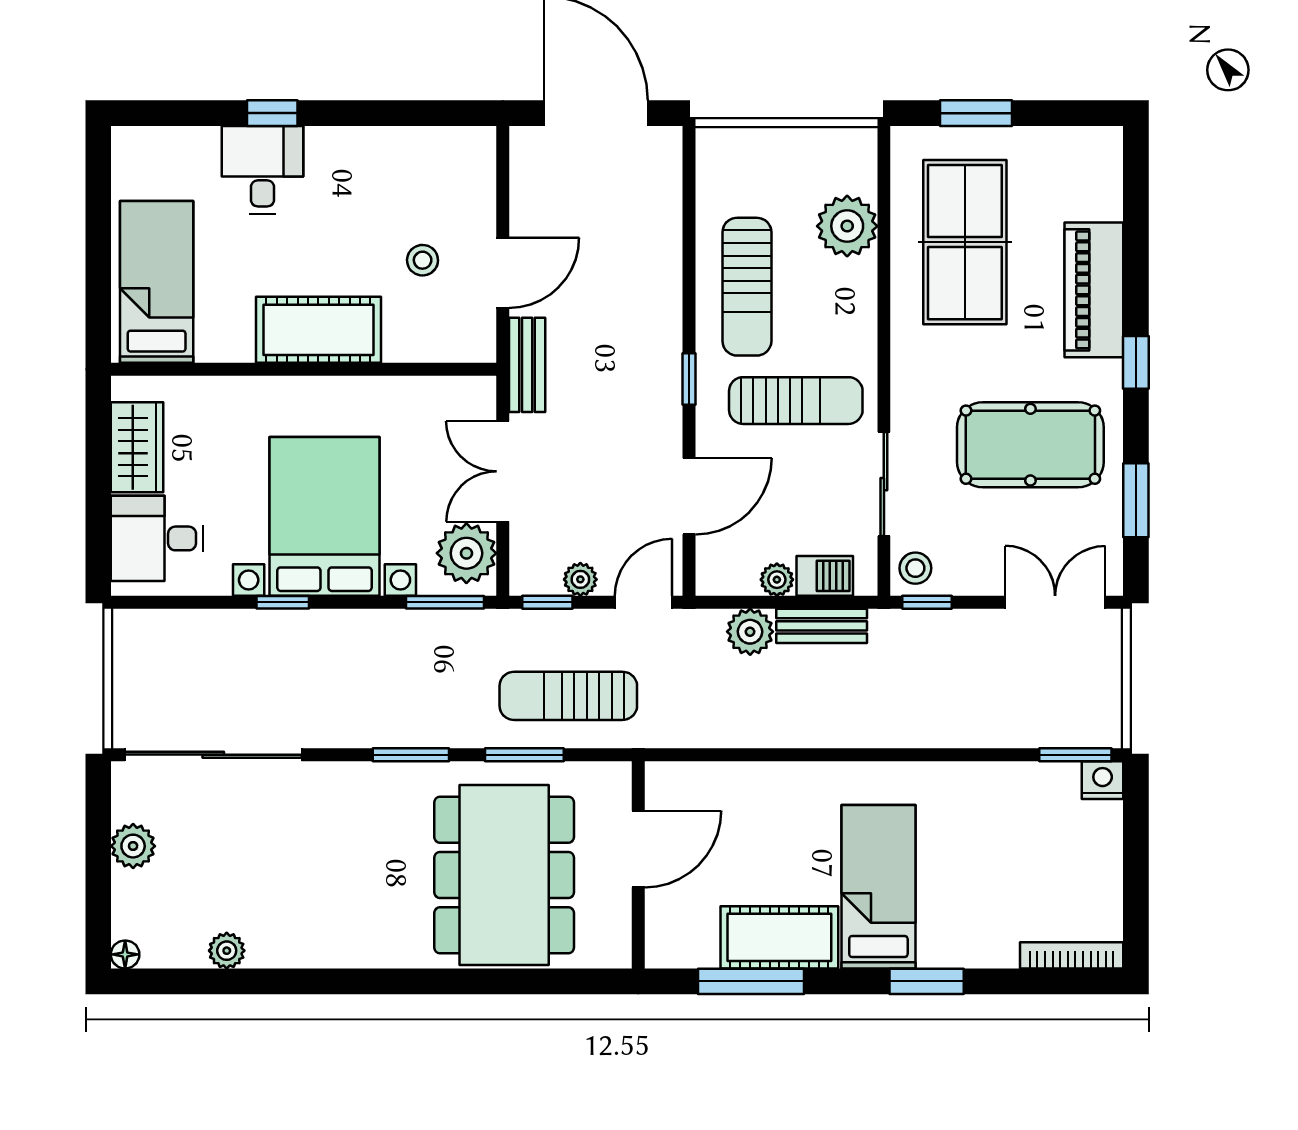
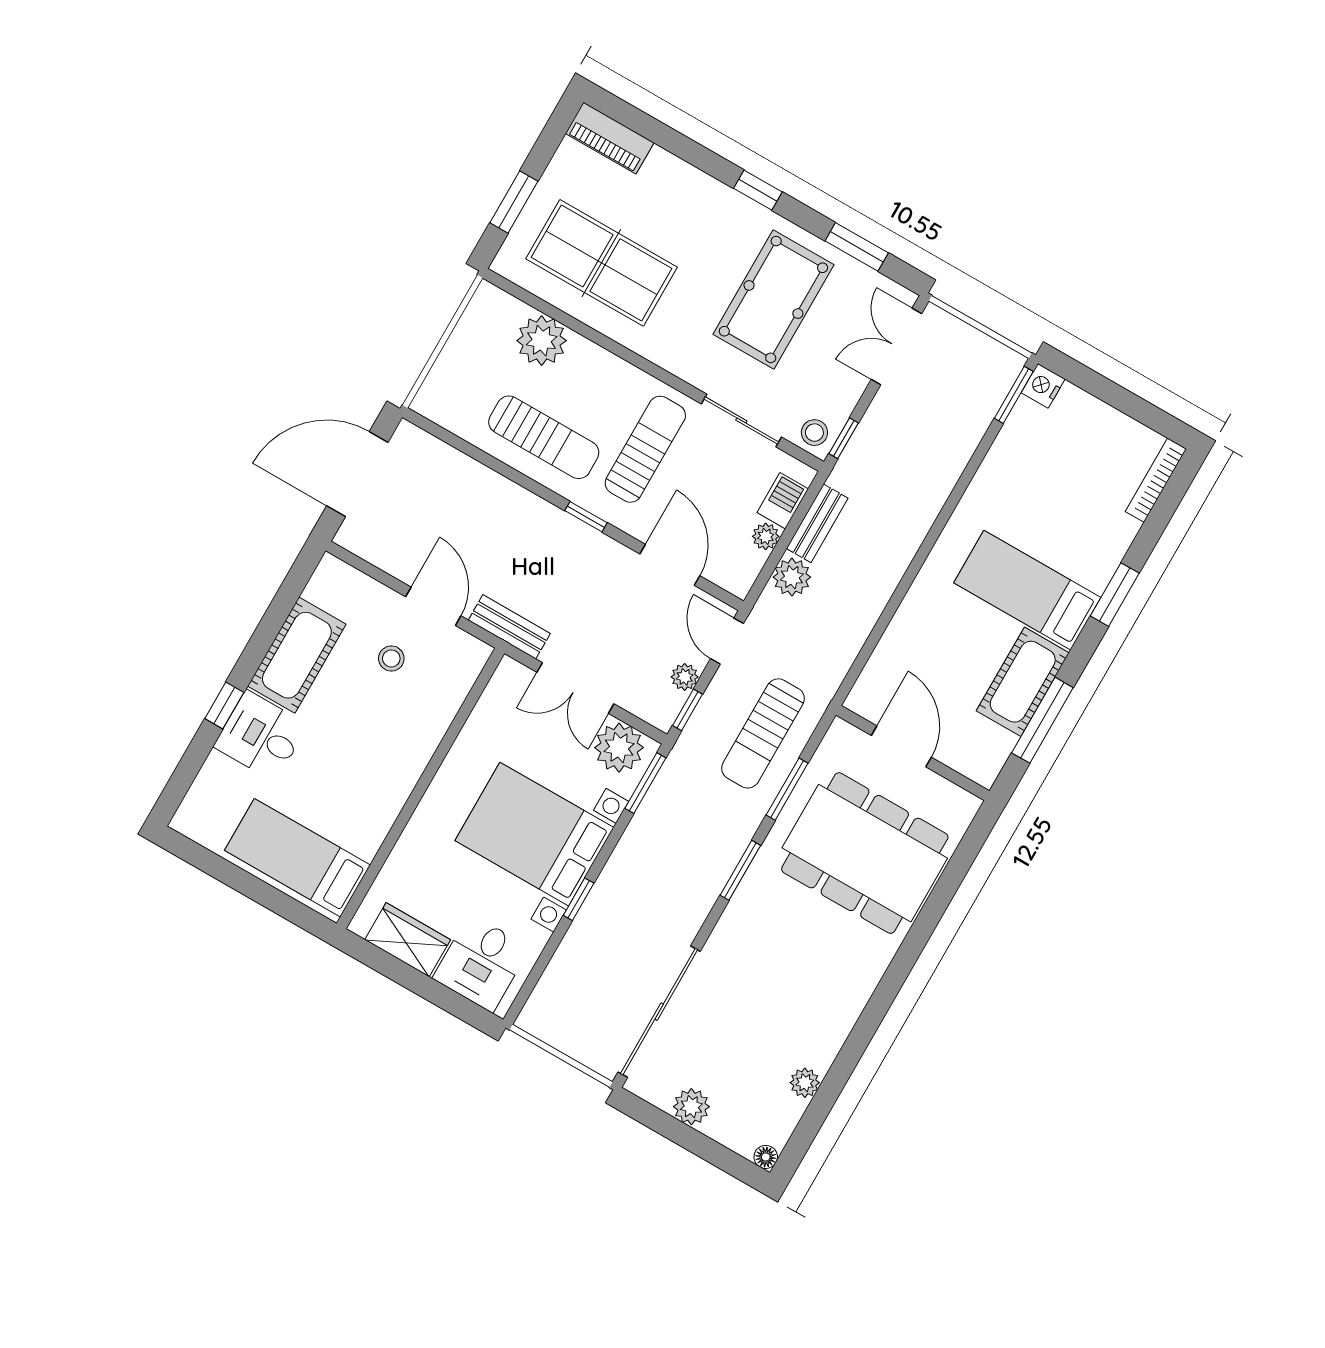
piano: (1094, 290) -> (610, 138), moved, width x0.73, depth x0.75
cot: (318, 330) -> (297, 655), moved

